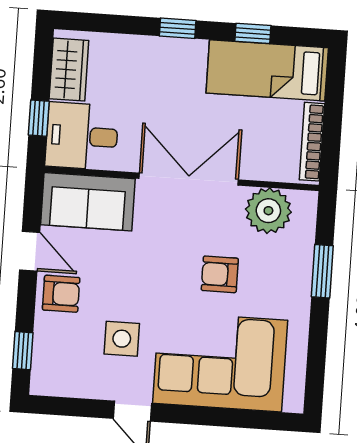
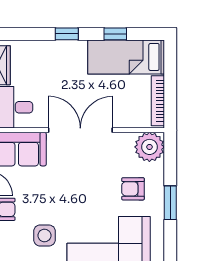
plant: (268, 211) -> (149, 147), moved
window: (322, 271) -> (170, 203), moved
armchair: (220, 274) -> (133, 189), moved

